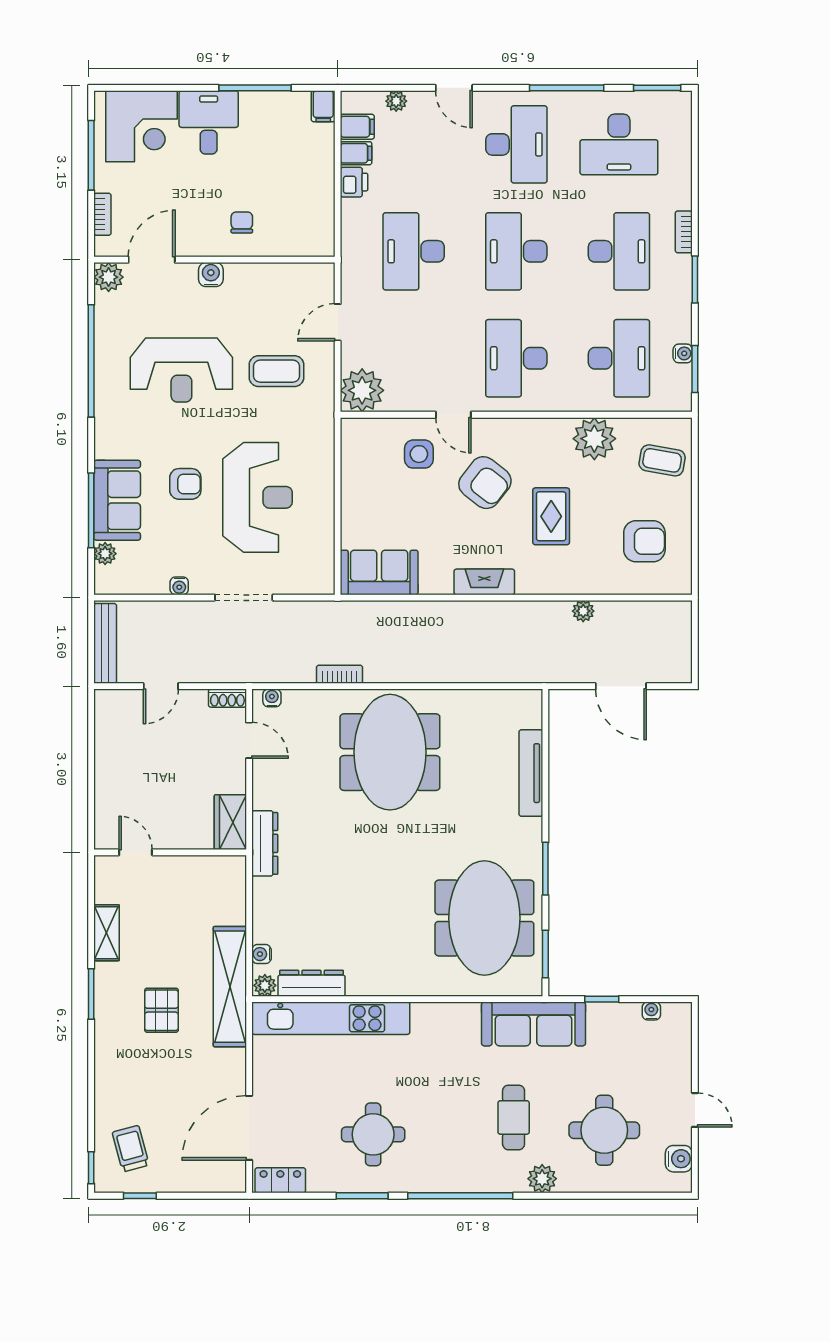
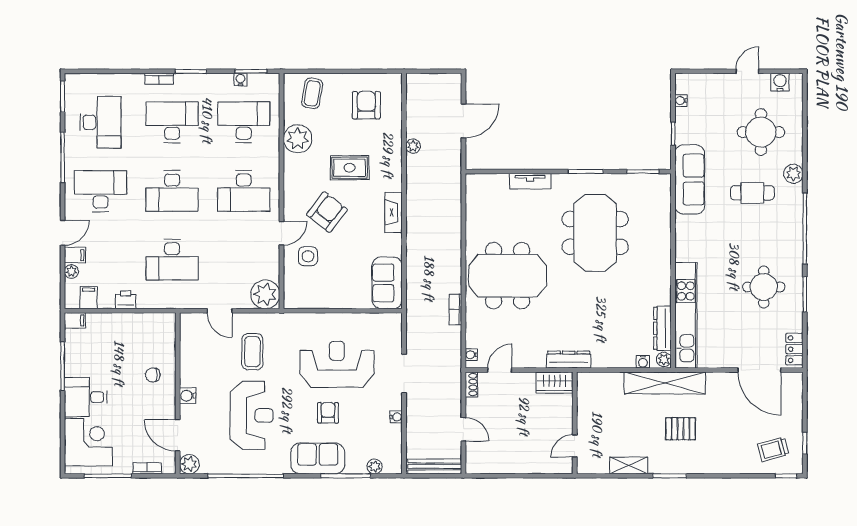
filing cabinet: (356, 153) -> (75, 255), moved, turned 90
sofa: (117, 500) -> (318, 458), moved
tv unit: (531, 773) -> (530, 181), width x0.71
meeting table: (484, 918) -> (595, 233), moved, turned 90

